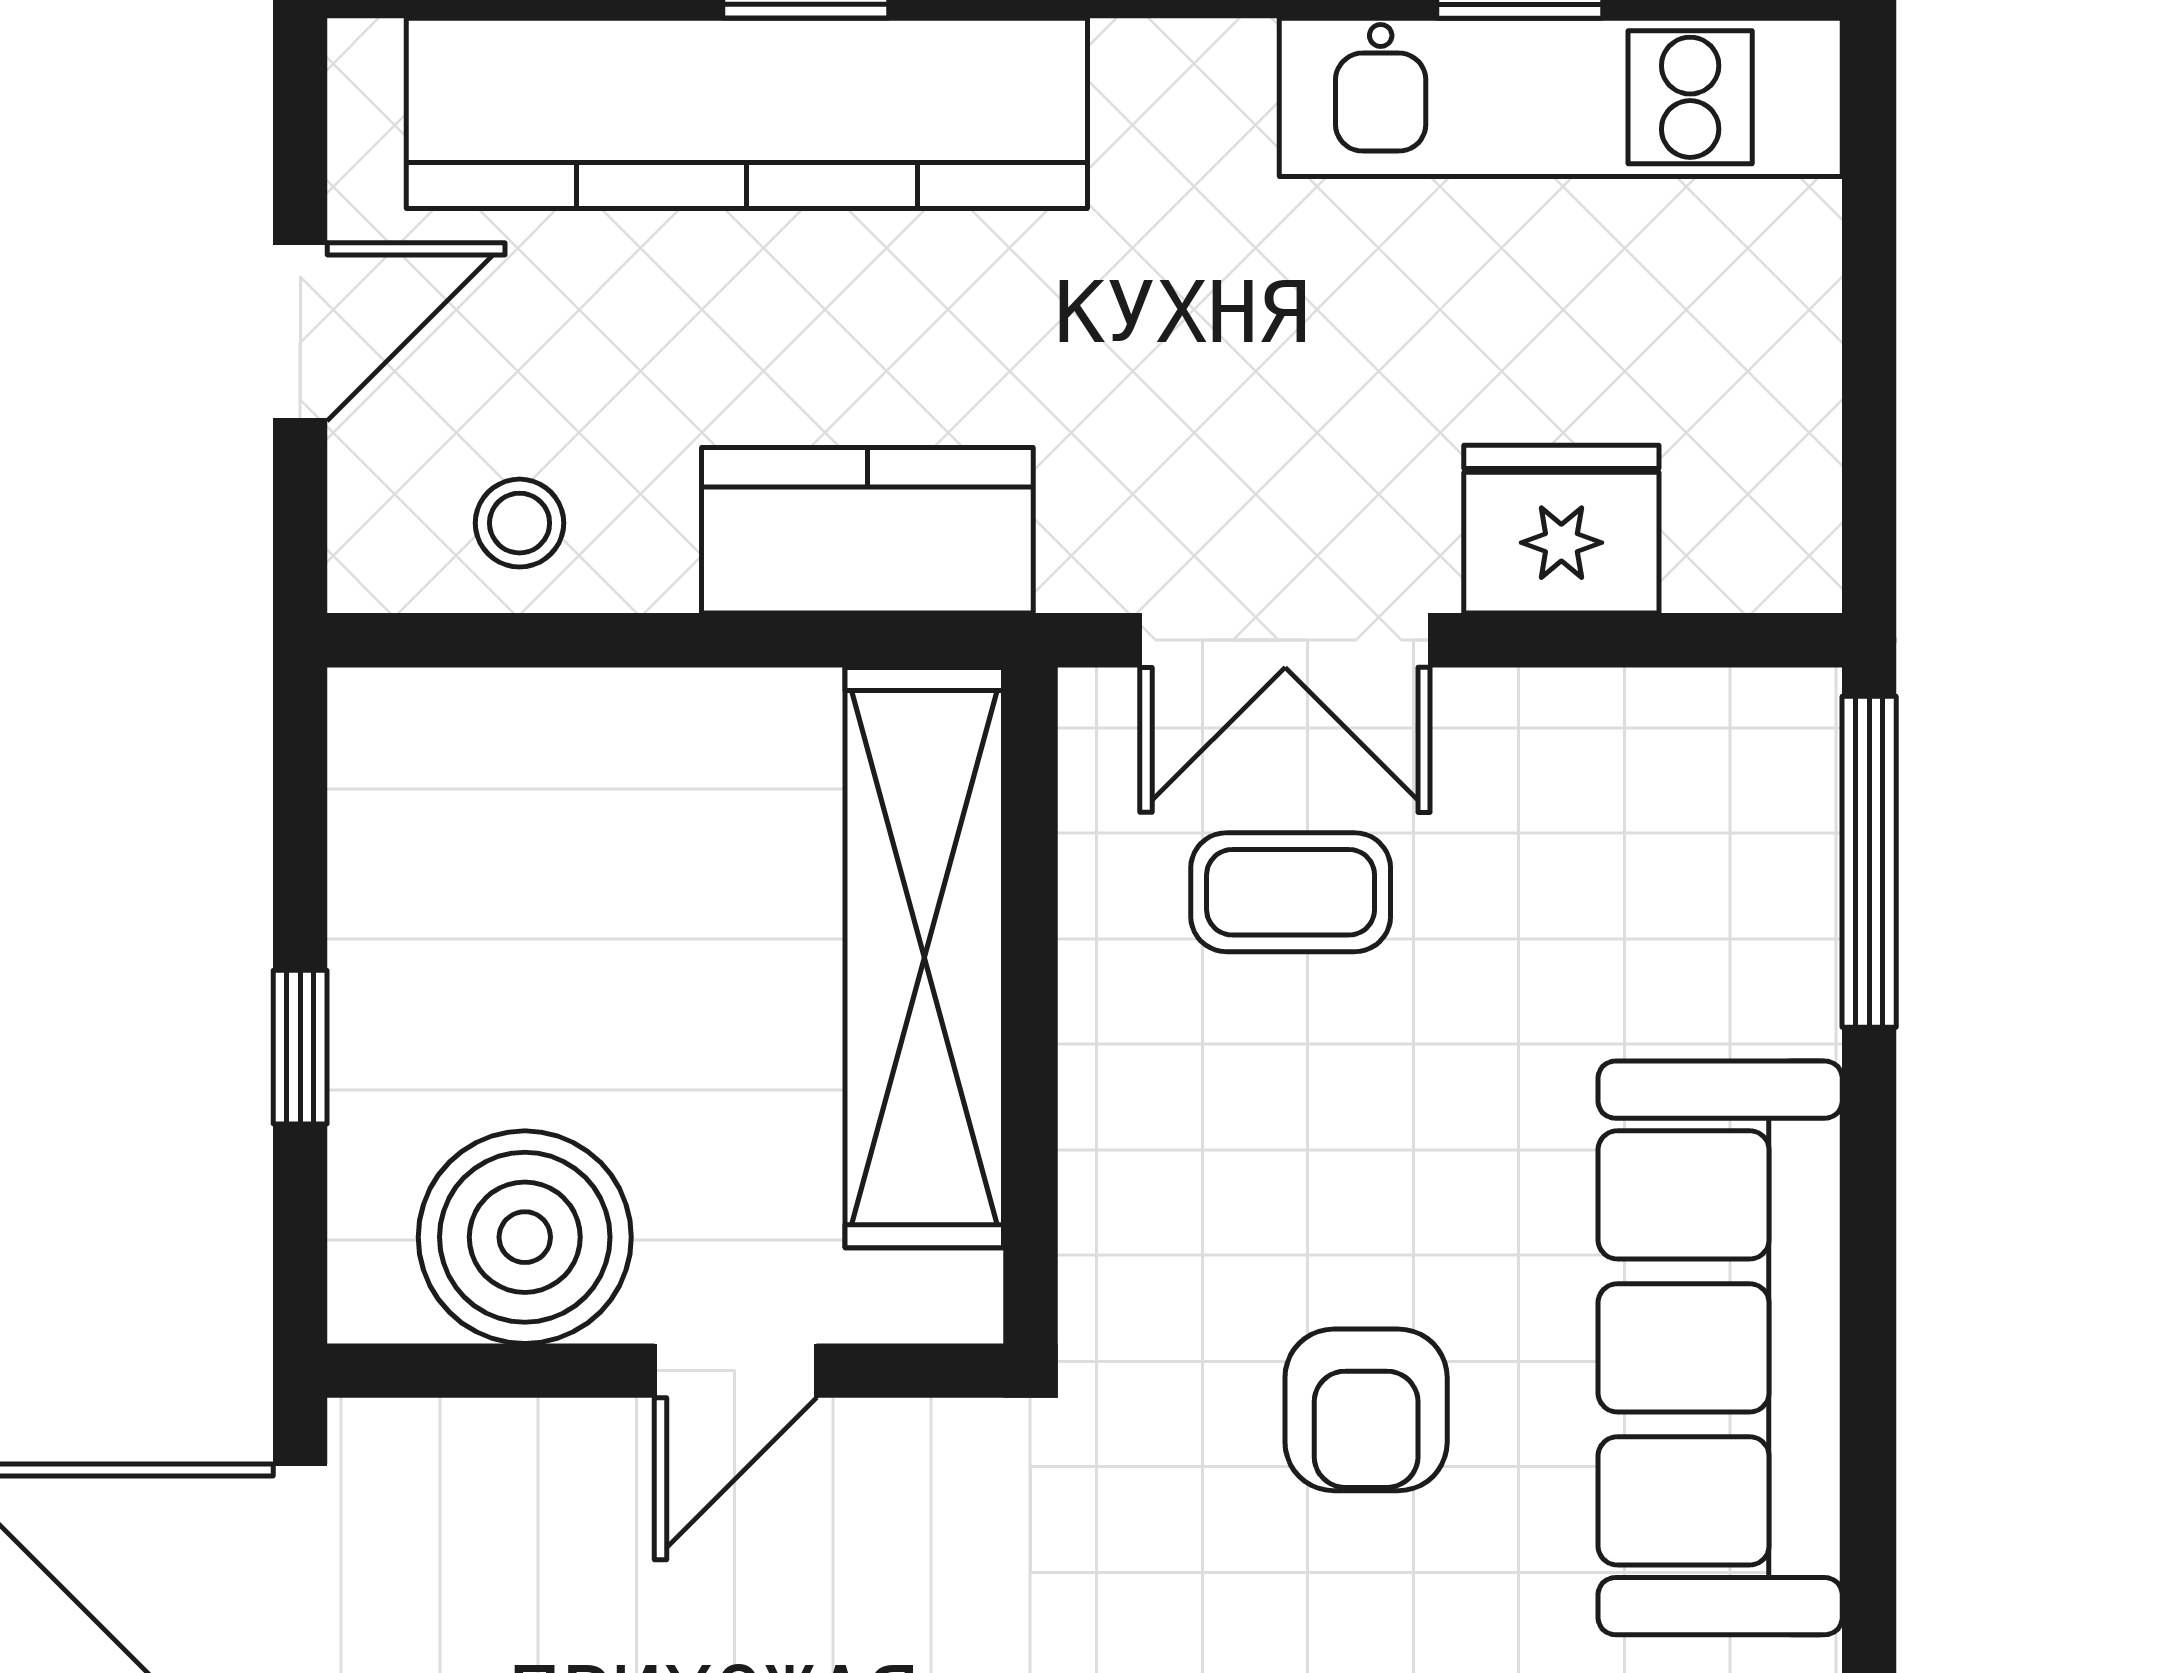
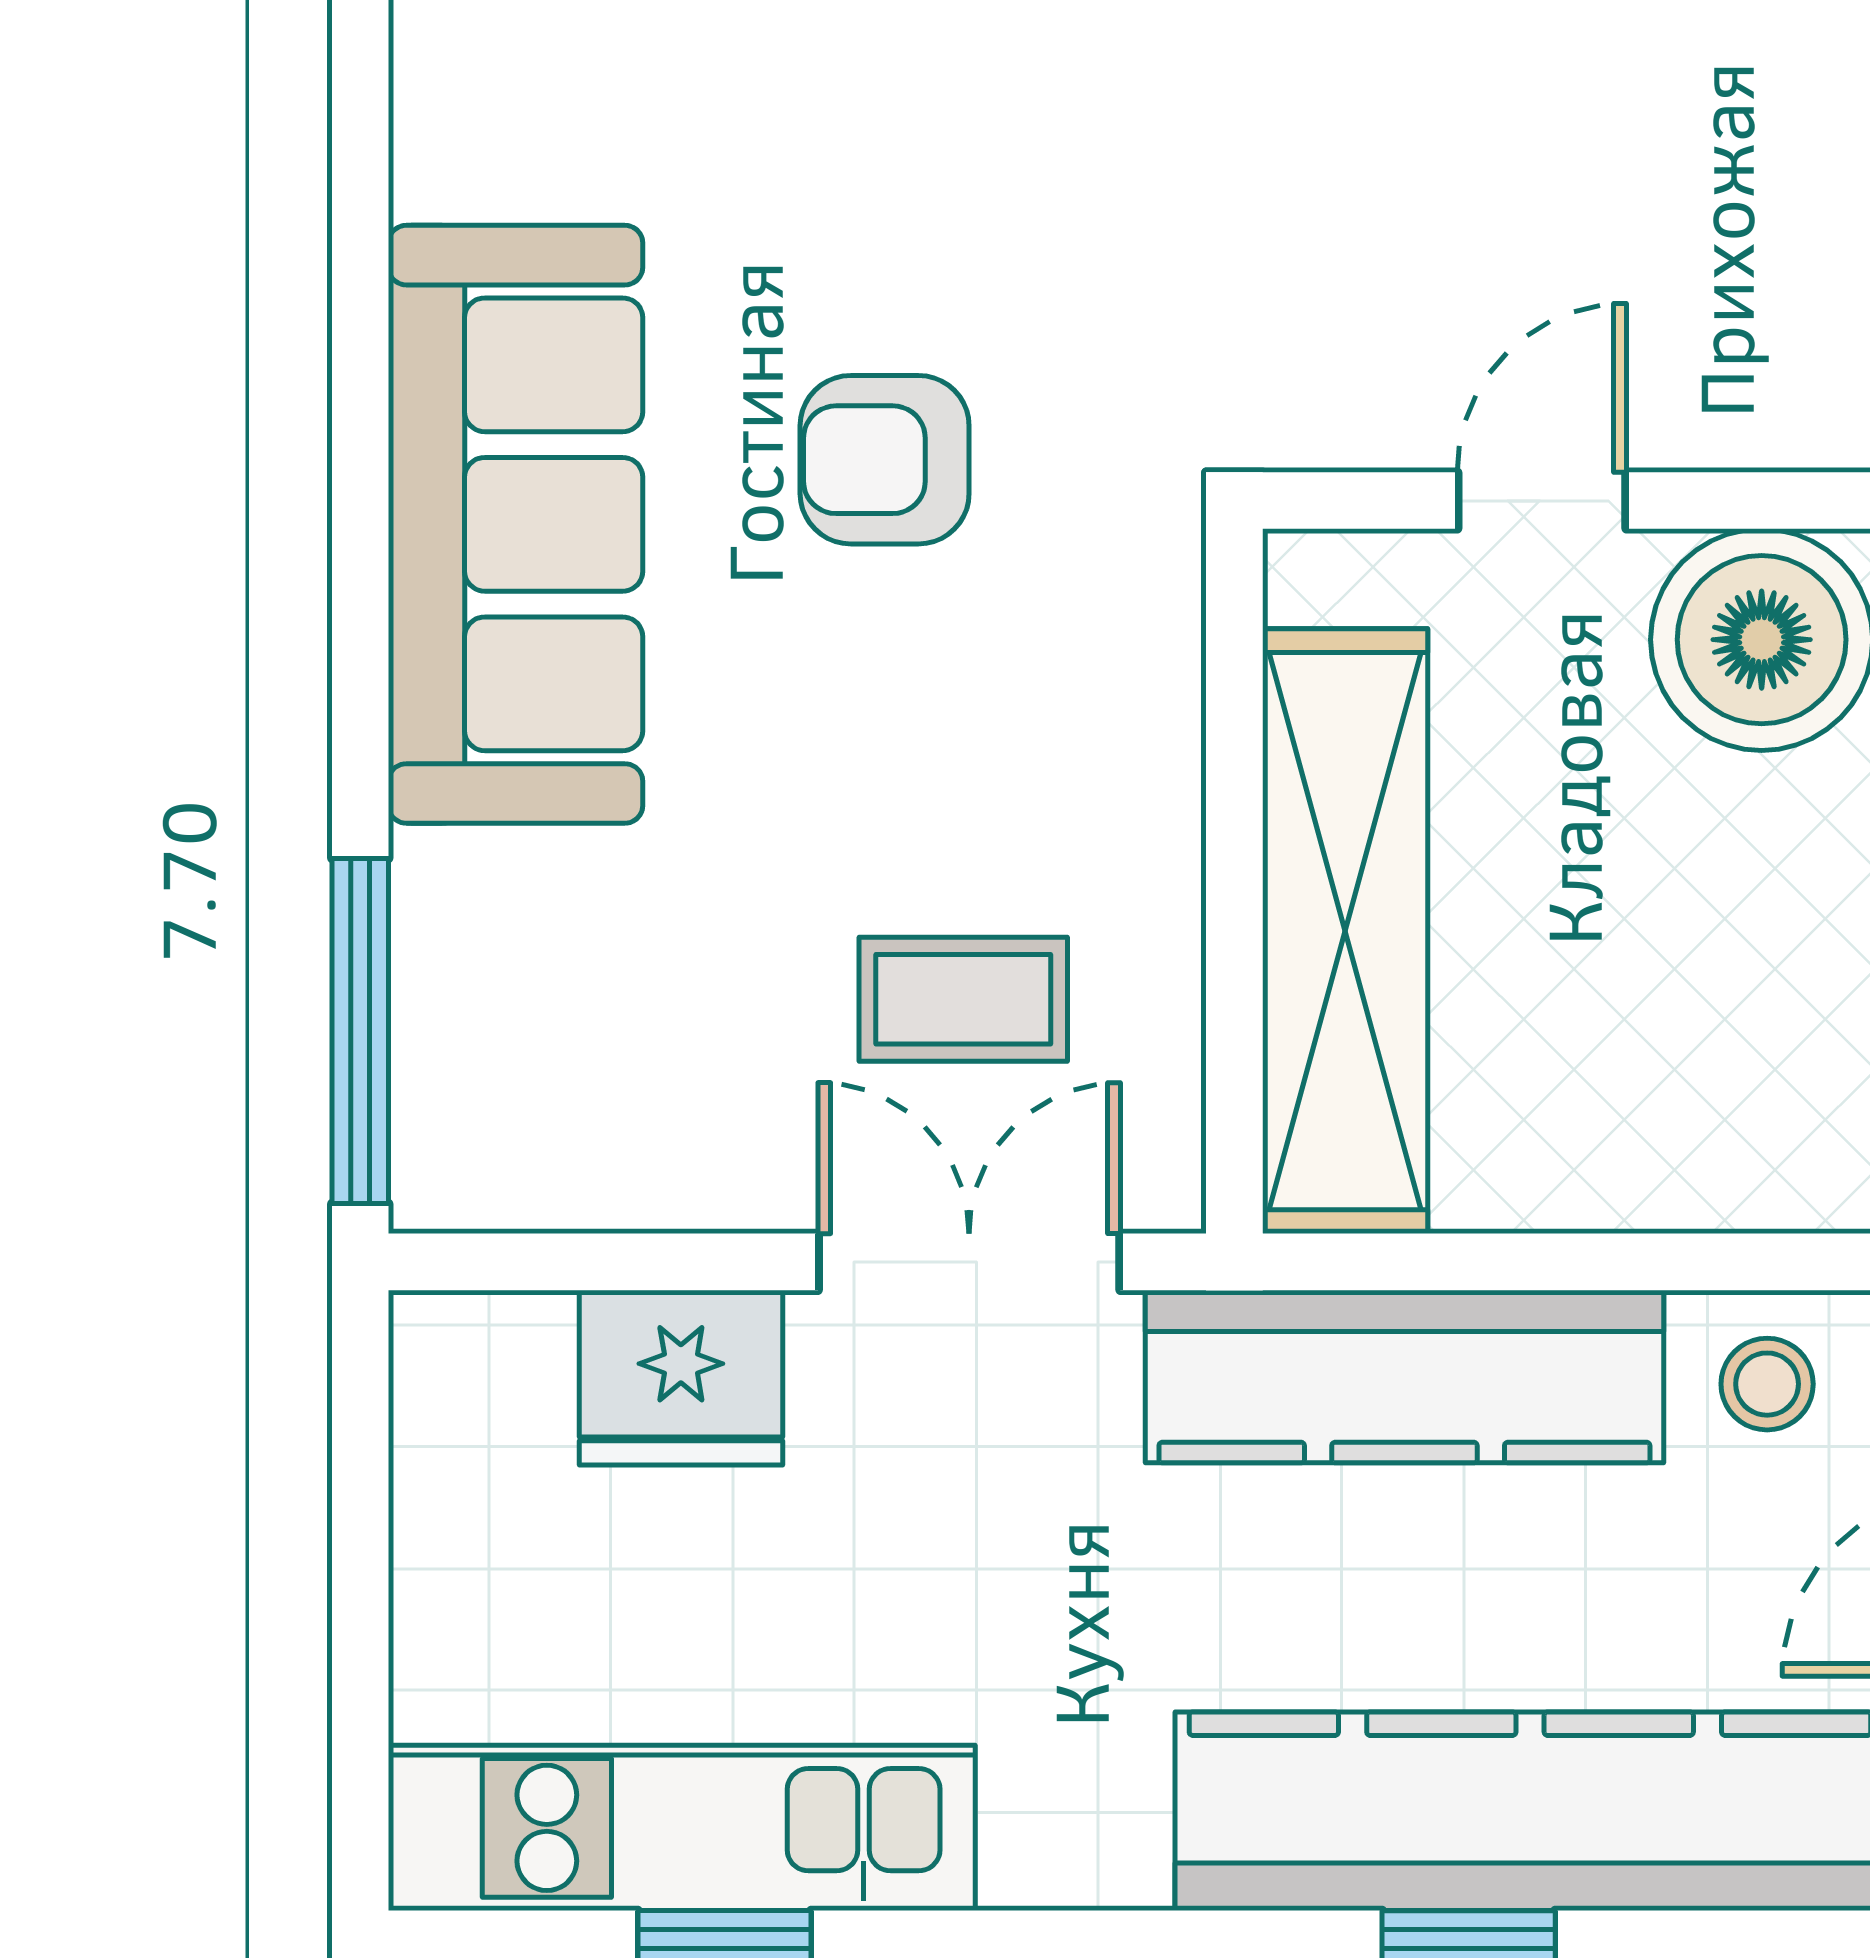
kitchen counter: (867, 530) -> (1404, 1377), width x1.50
armchair: (1366, 1410) -> (885, 460), turned -90

